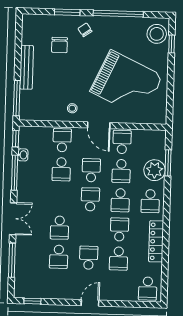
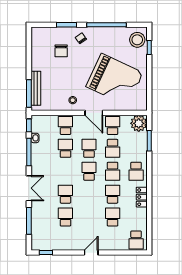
bench: (27, 67) -> (36, 88), moved
school desk: (61, 169) -> (65, 148), turned 180
plant: (155, 170) -> (139, 123), moved
school desk: (60, 228) -> (65, 194), turned 180
locker: (156, 241) -> (142, 197), width x0.66
school desk: (59, 257) -> (65, 217), turned 180
school desk: (89, 258) -> (89, 217), removed
school desk: (119, 259) -> (113, 217), turned 180

